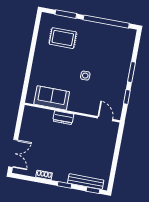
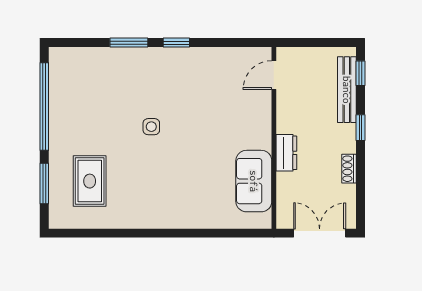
sofa: (52, 98) -> (254, 181), moved
wall: (72, 113) -> (274, 138), moved
dresser: (63, 118) -> (286, 153), moved
door: (105, 119) -> (274, 75), moved

